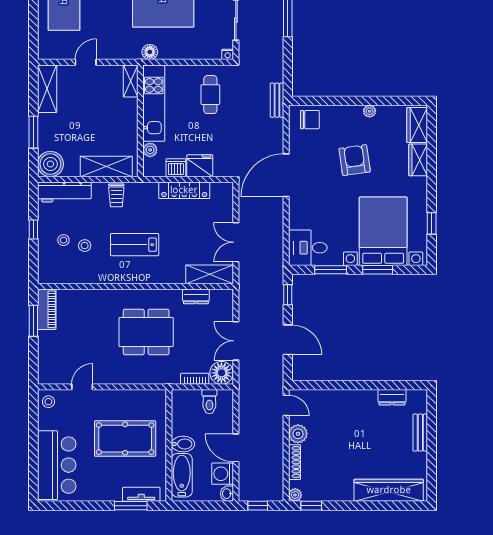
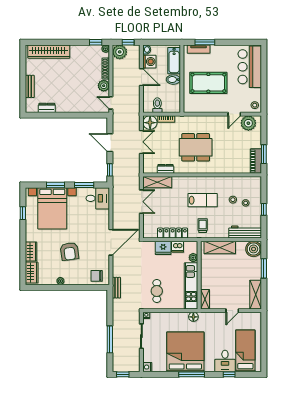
trolley: (116, 195) -> (203, 226), moved
plant: (59, 372) -> (248, 123), added
plant: (272, 490) -> (120, 52), added

